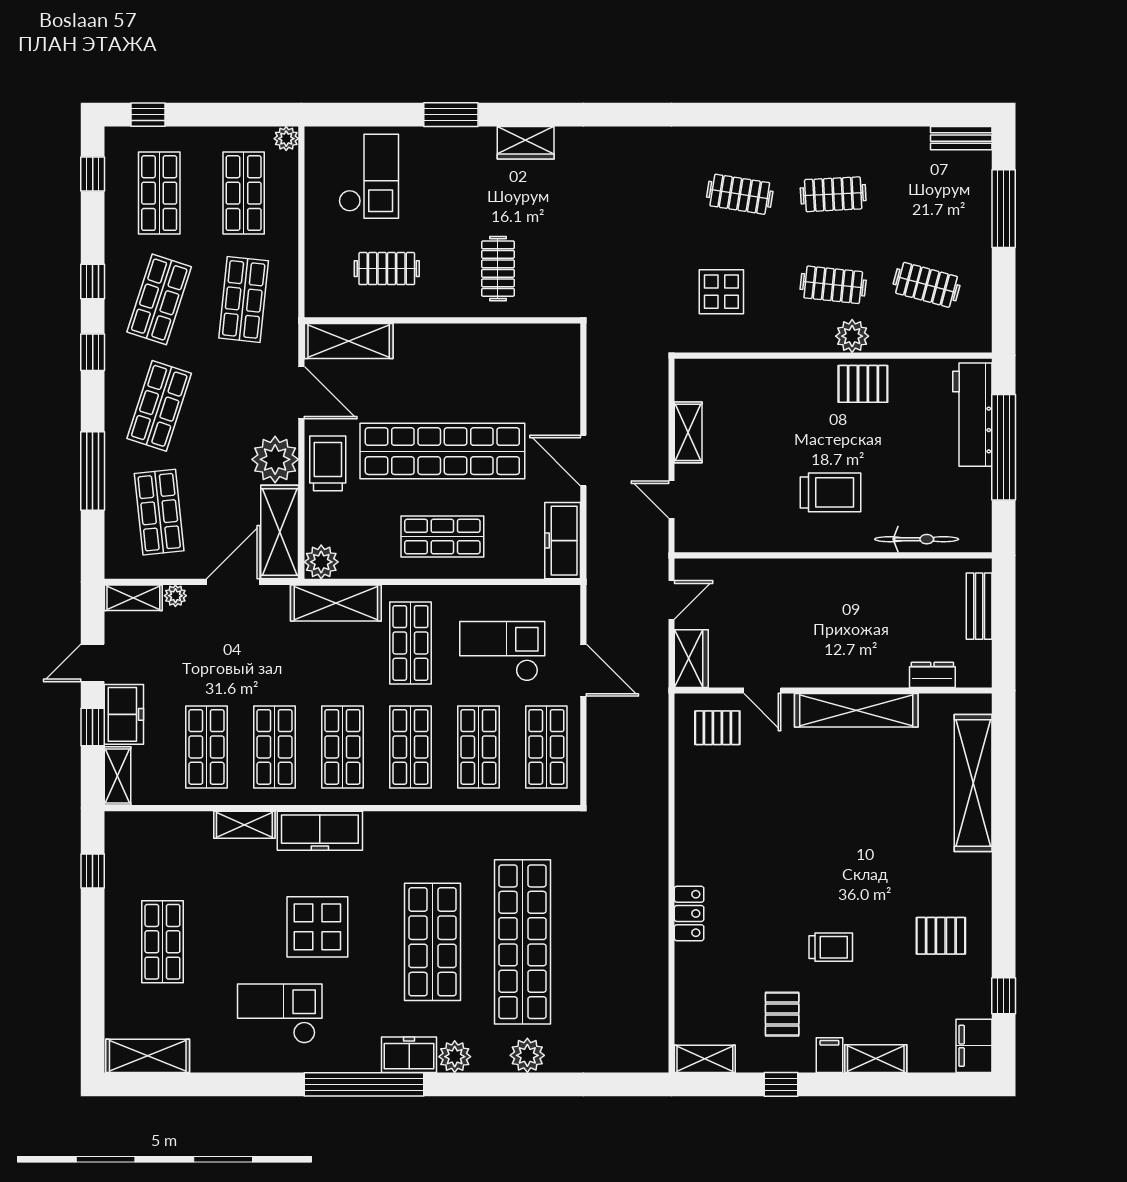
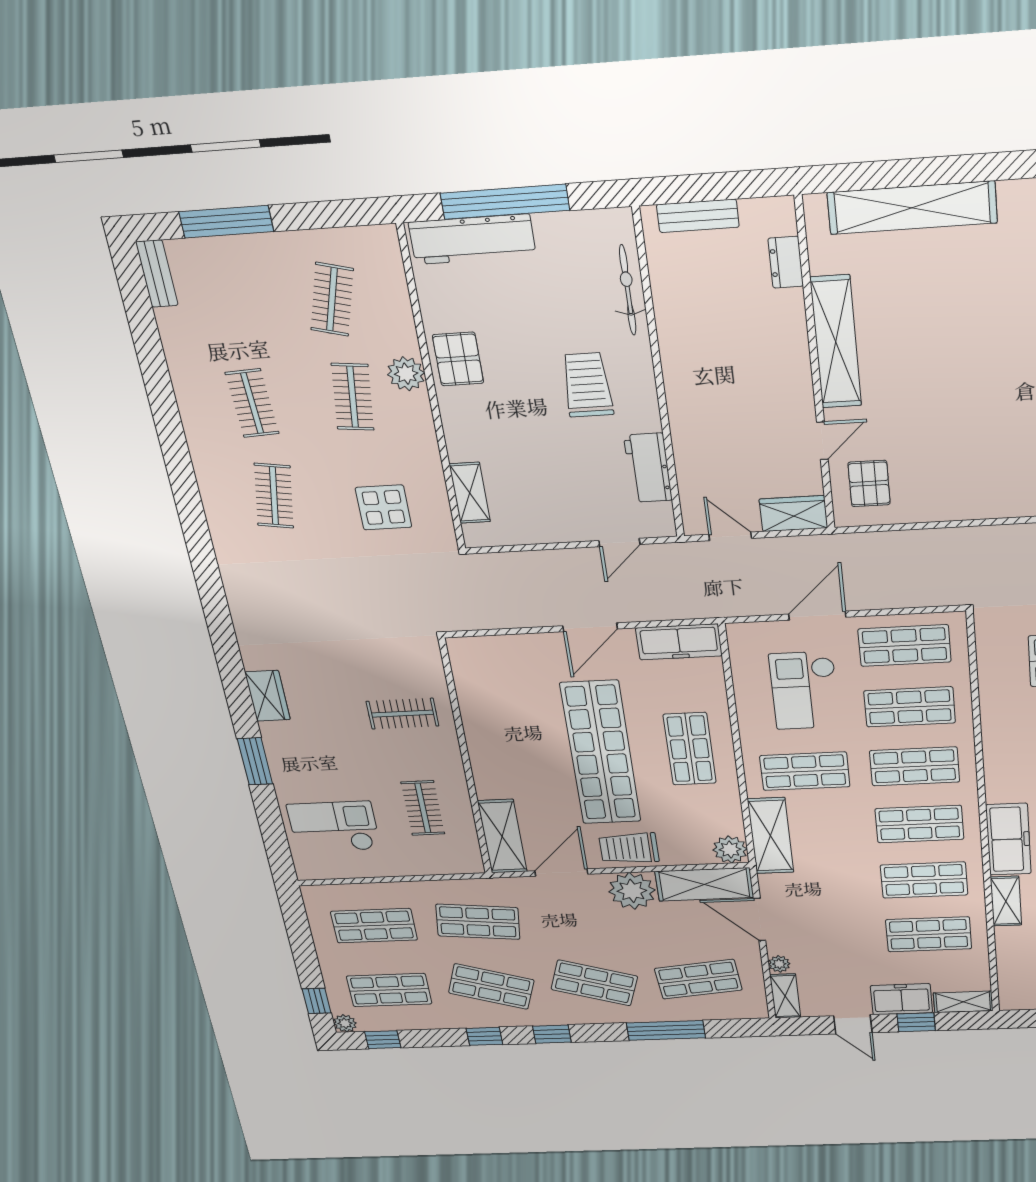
plant: (286, 139) -> (345, 1023), moved
shelving: (688, 432) -> (470, 493), moved, turned 90
workbench: (746, 535) -> (648, 468), added

